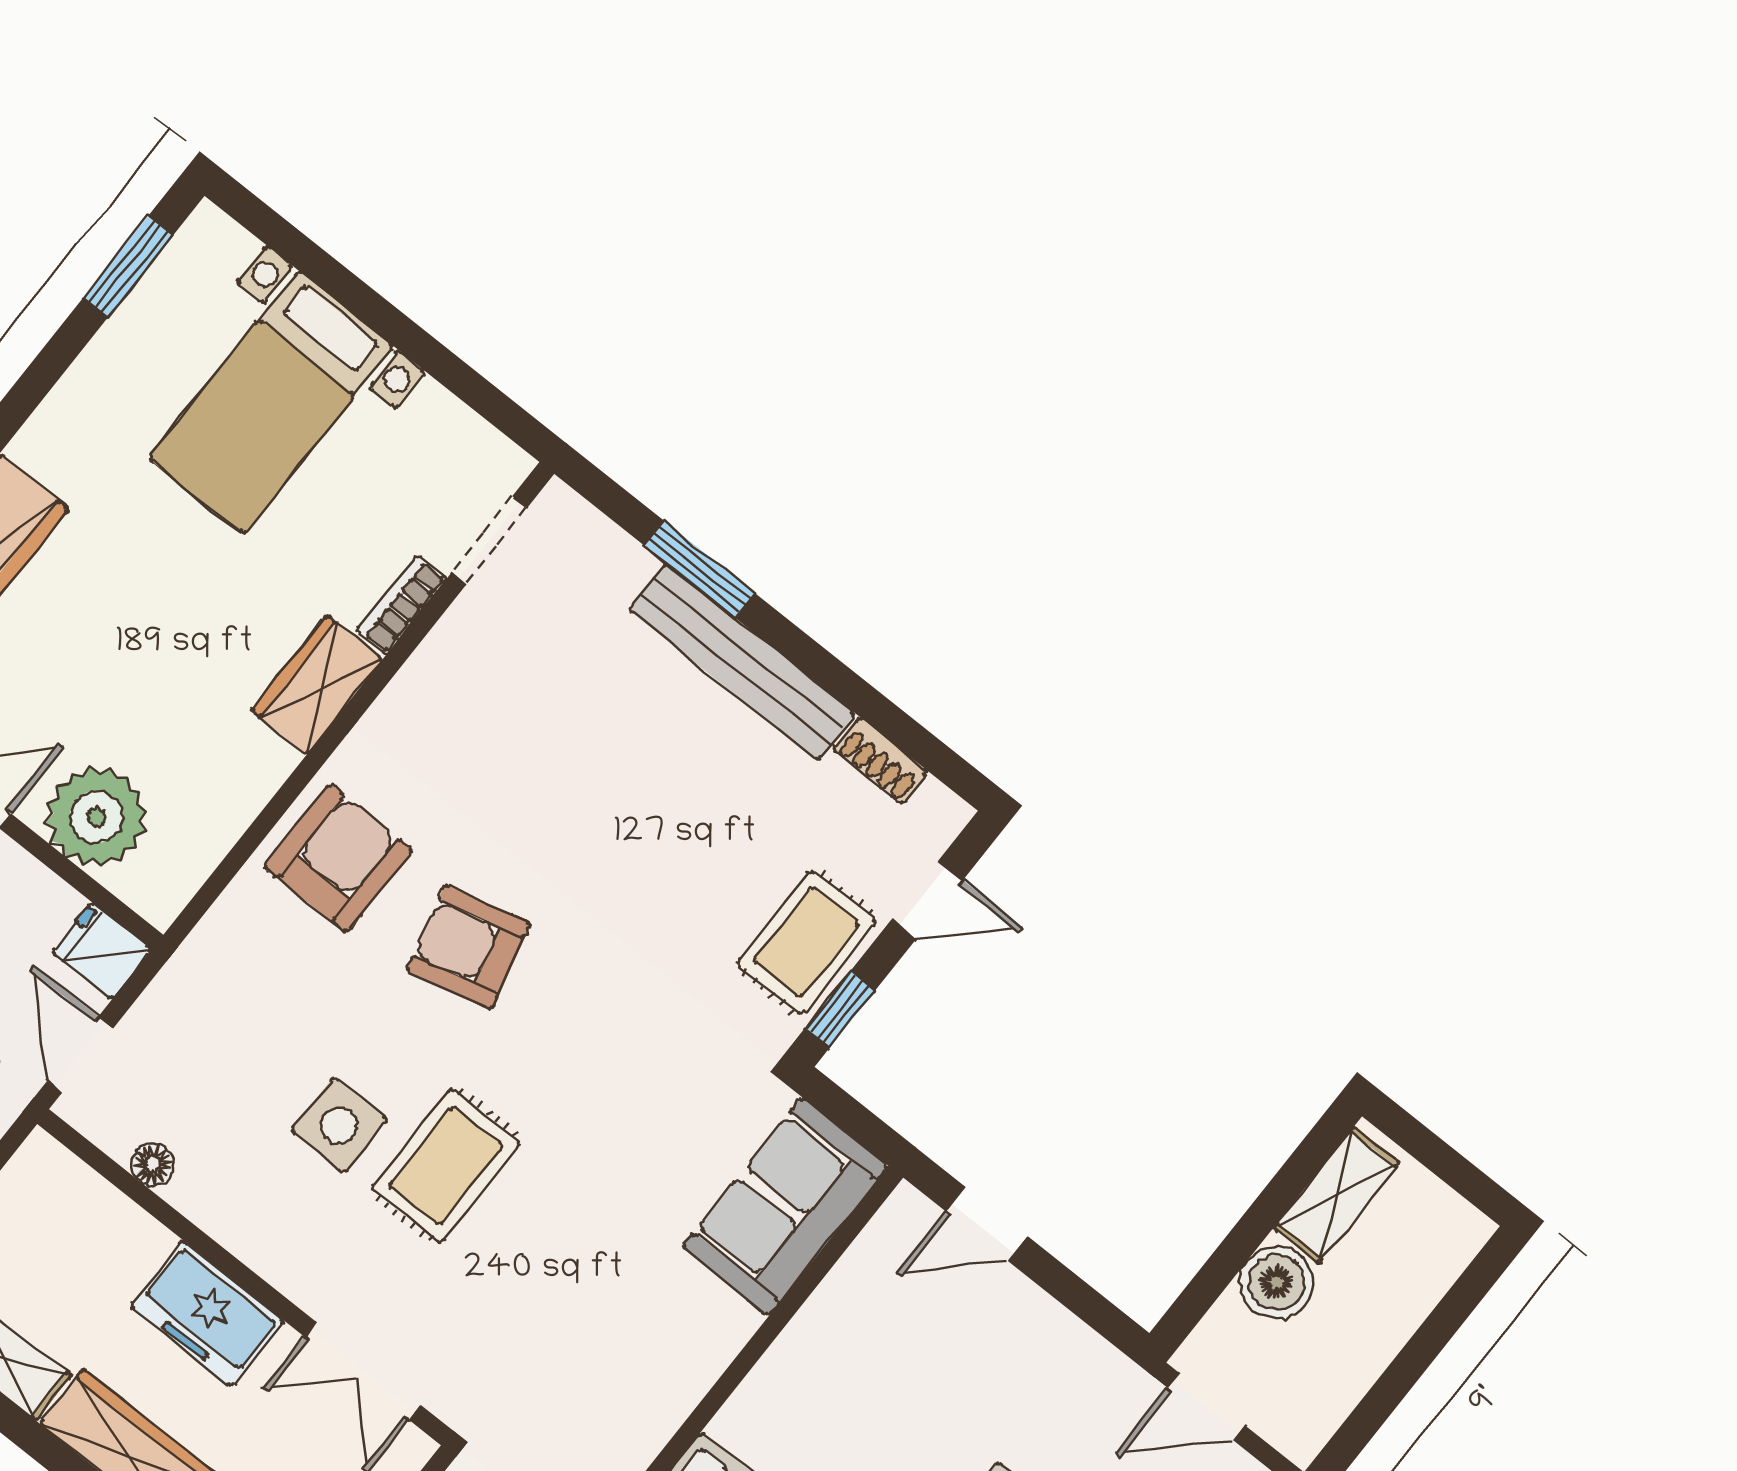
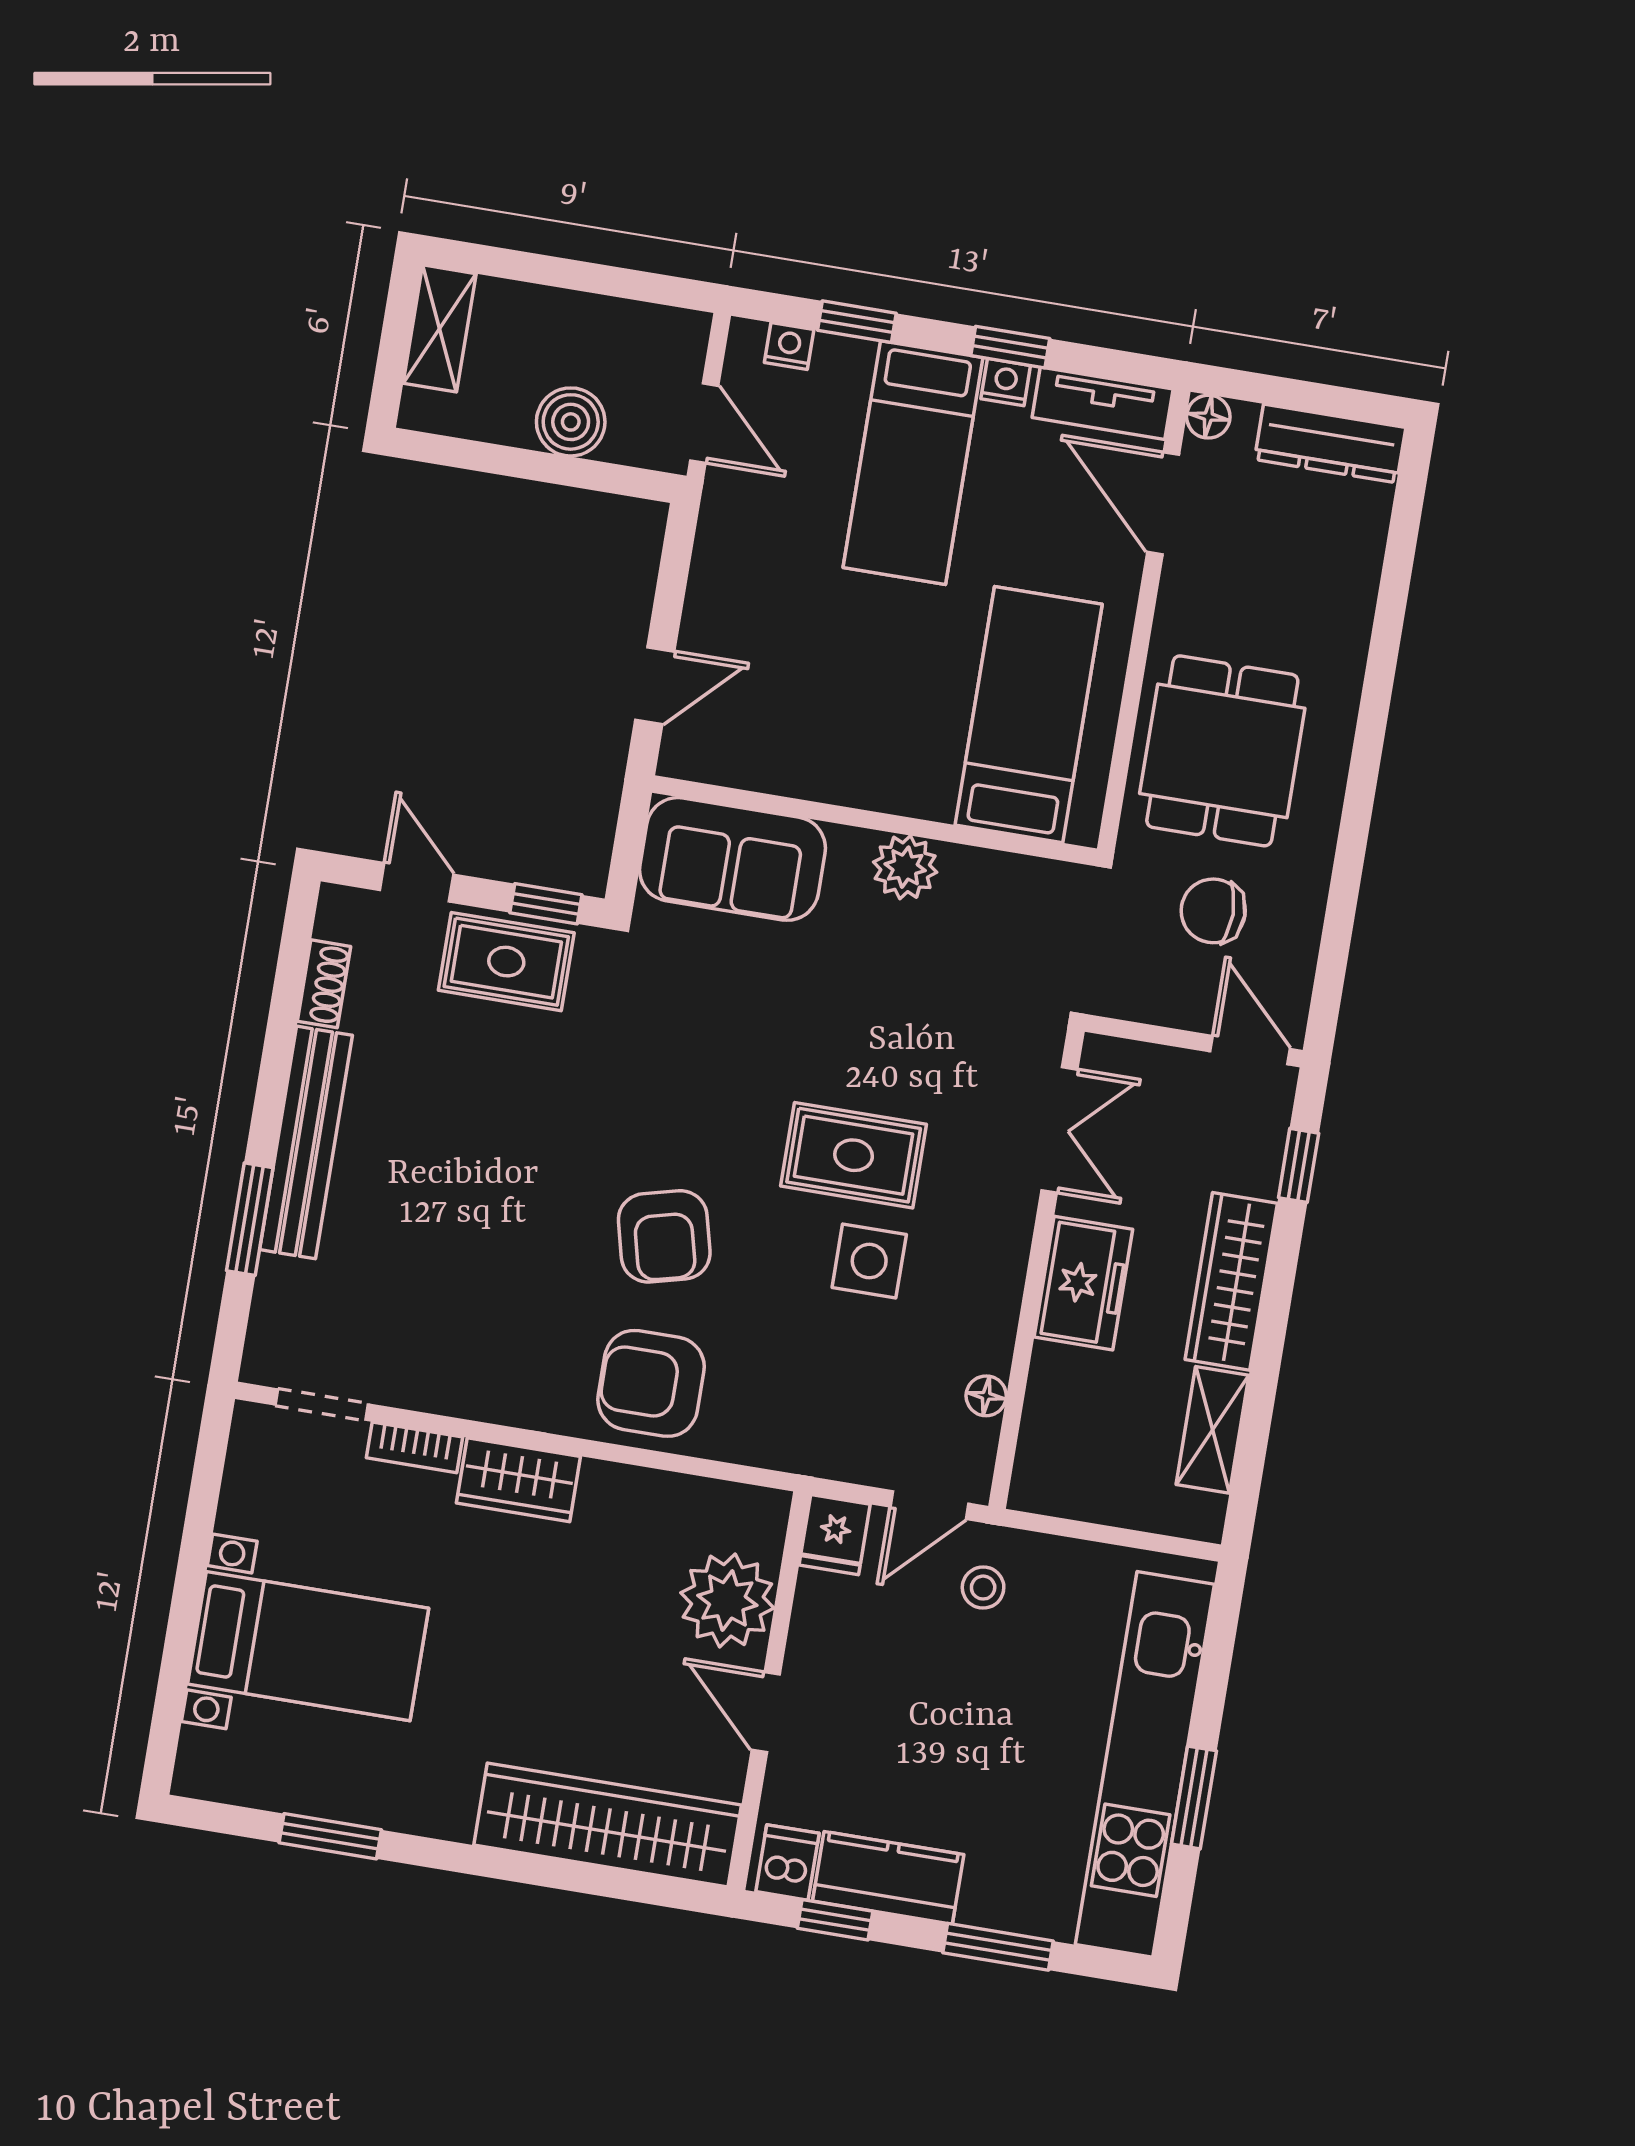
window: (128, 266) -> (330, 1836), moved
shelving: (1336, 1195) -> (440, 328), moved, turned 90
door: (987, 1224) -> (655, 686), hinge flipped
plant: (688, 1363) -> (905, 867), added

